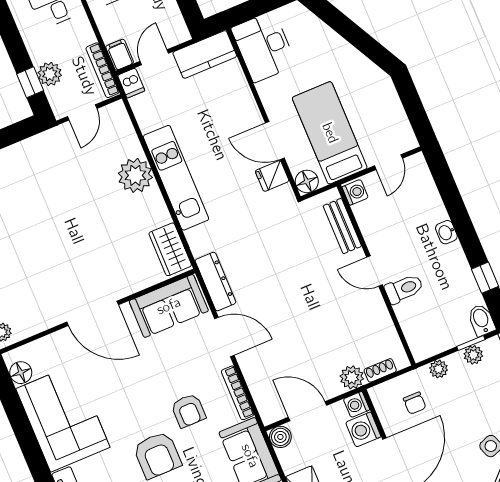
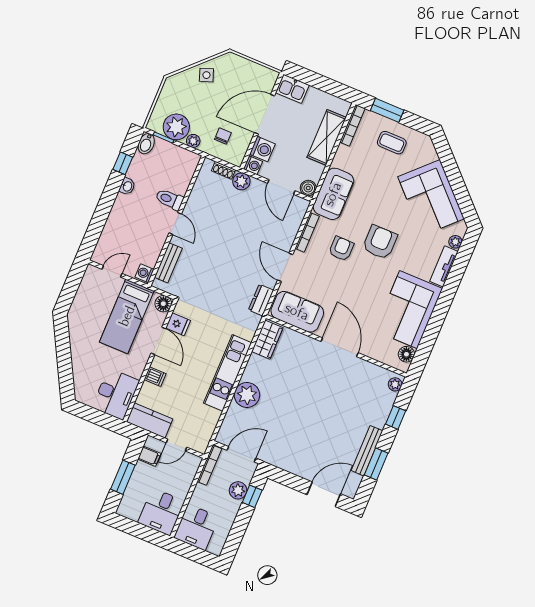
filing cabinet: (120, 55) -> (149, 456), moved, turned -90
dishwasher: (131, 83) -> (155, 377), moved, turned 90
door: (82, 112) -> (241, 454), width x1.38
washbasin: (446, 232) -> (127, 186), moved
dresser: (215, 281) -> (261, 300), width x0.70
plant: (473, 355) -> (176, 127), width x1.87, depth x1.87

